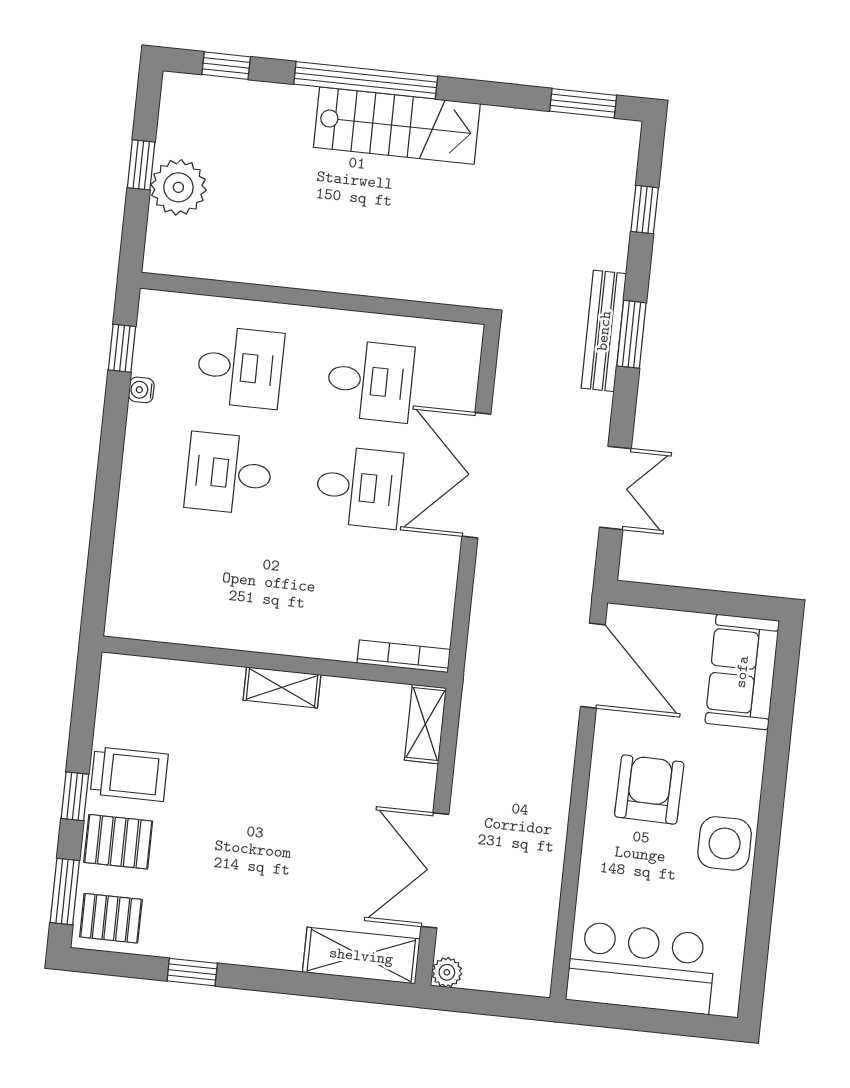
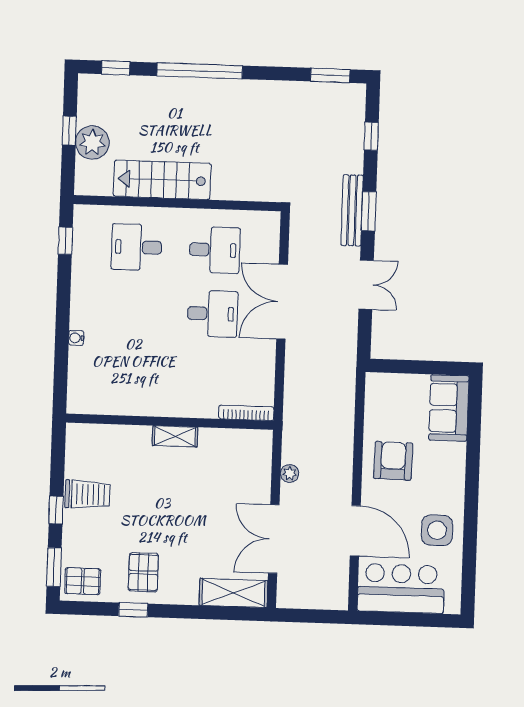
stairs: (397, 126) -> (162, 180), moved, turned 180
desk: (240, 367) -> (137, 247), turned 180
water cooler: (141, 390) -> (76, 338), moved
desk: (229, 473) -> (134, 311), removed
double door: (615, 488) -> (366, 285), moved
door: (593, 666) -> (355, 531), moved
shelving: (425, 724) -> (262, 452), removed
armchair: (649, 789) -> (393, 461), moved
pallet: (118, 842) -> (143, 572), moved, turned 90
side table: (725, 843) -> (437, 530), moved
plant: (447, 972) -> (290, 474), moved

